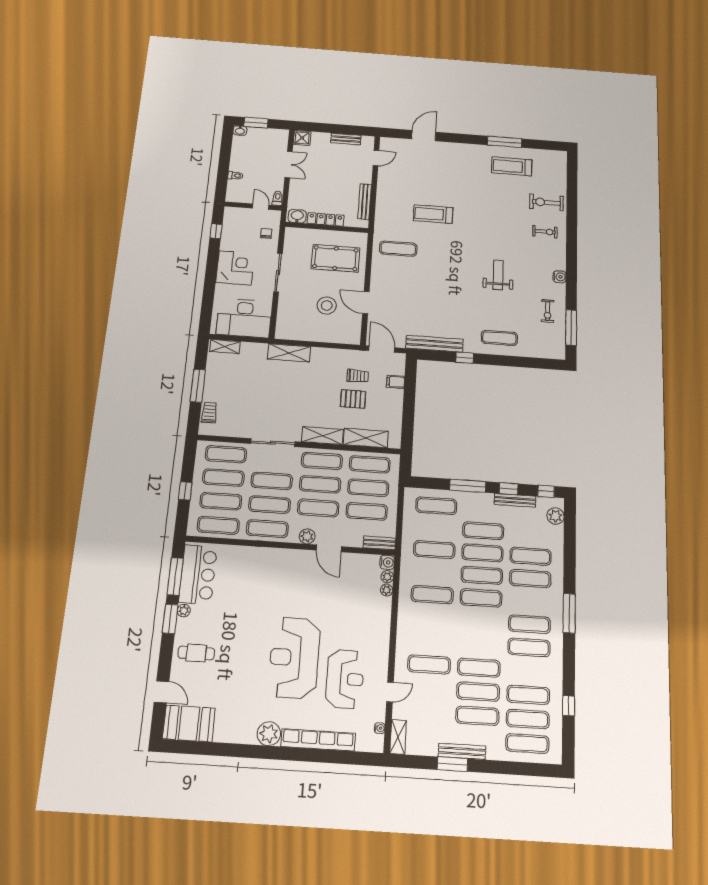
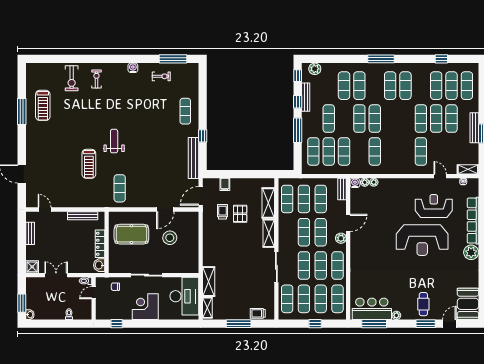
pool table: (335, 258) -> (131, 234), turned 90
weight bench: (498, 275) -> (114, 141), moved, turned 90
shelving: (289, 353) -> (209, 282), moved
exercise mat: (322, 461) -> (287, 232), removed
exercise mat: (482, 553) -> (329, 151), moved
window: (170, 619) -> (426, 324), moved

